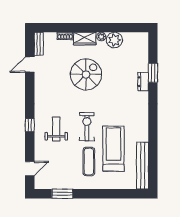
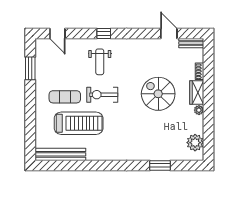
plant: (114, 40) -> (195, 143), moved
spiral stairs: (86, 74) -> (158, 94), turned 180
dresser: (143, 82) -> (151, 155), removed
exercise bike: (87, 127) -> (102, 95), turned 180
weight bench: (56, 129) -> (100, 62), turned 90

